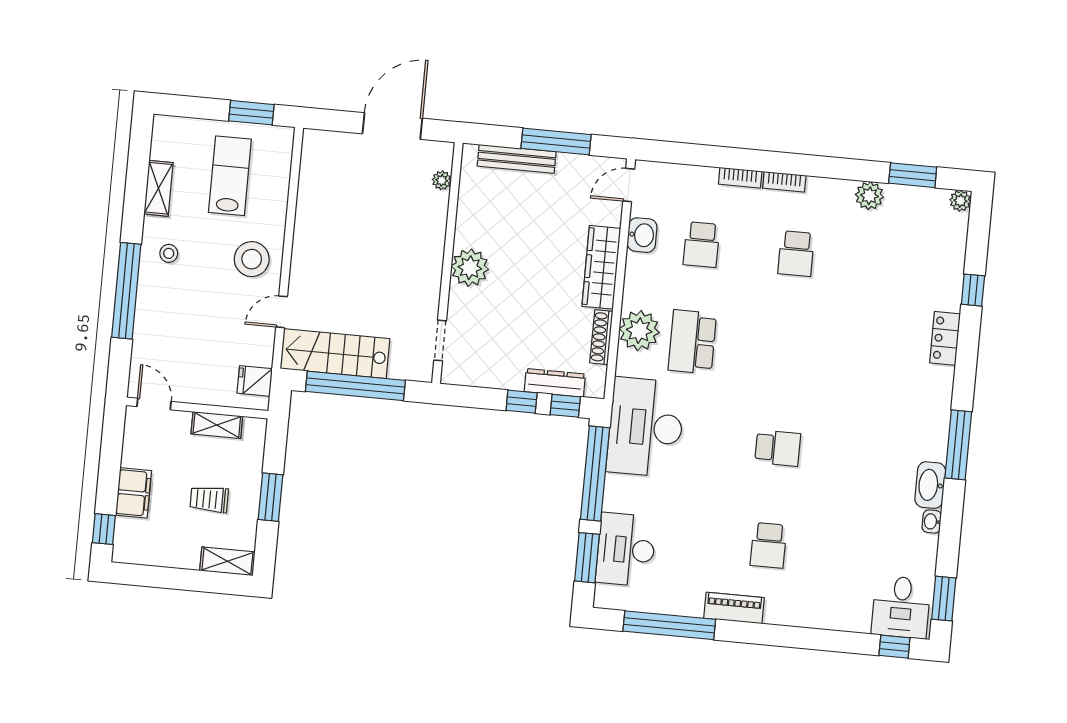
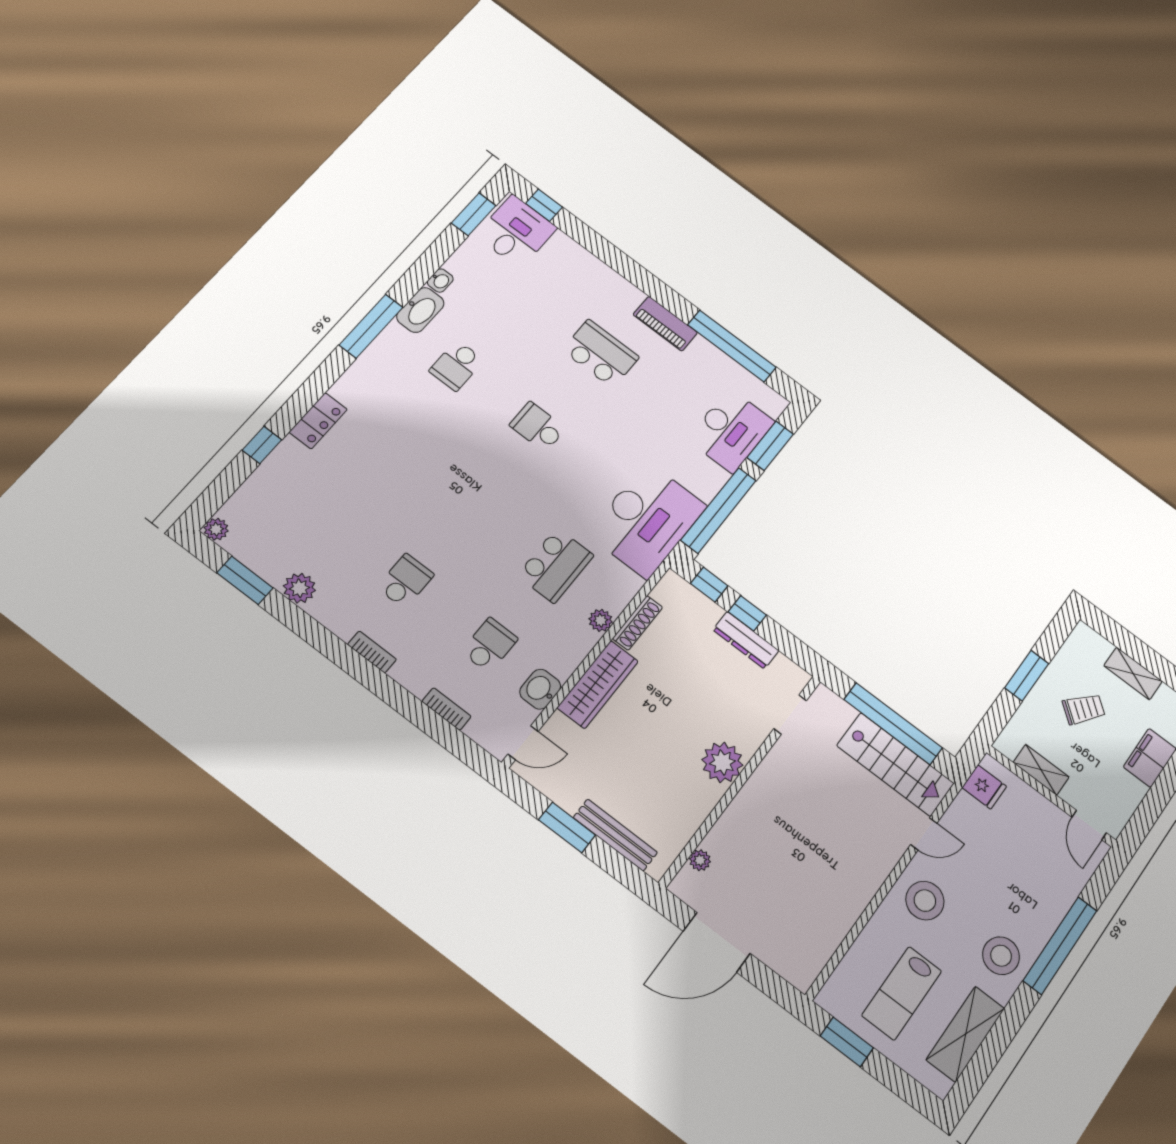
window: (556, 141) -> (567, 827), width x0.69
bookcase: (740, 178) -> (447, 709), moved
shelving: (158, 188) -> (966, 1034), width x1.50, depth x1.33
stool: (169, 253) -> (1001, 956), width x1.89, depth x1.89
plant: (639, 331) -> (601, 620), width x0.53, depth x0.53
dresser: (555, 383) -> (746, 640), moved
school desk: (872, 457) -> (457, 365), added
trolley: (209, 499) -> (1084, 709), turned -51
school desk: (769, 545) -> (600, 354), width x1.85
shelving: (227, 561) -> (1133, 673), moved

